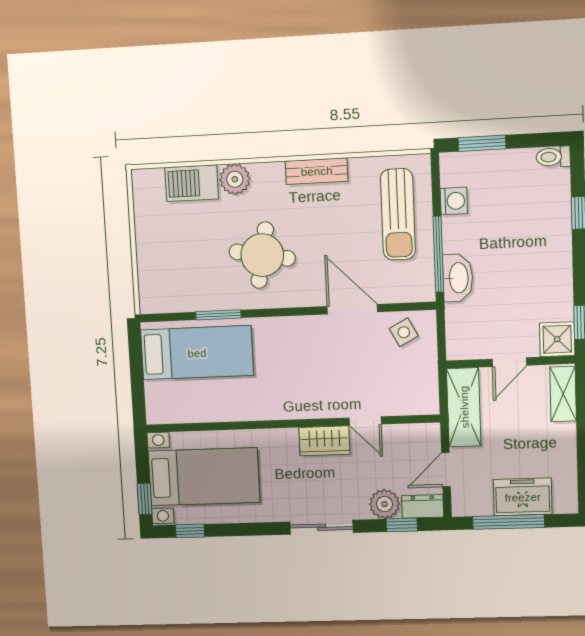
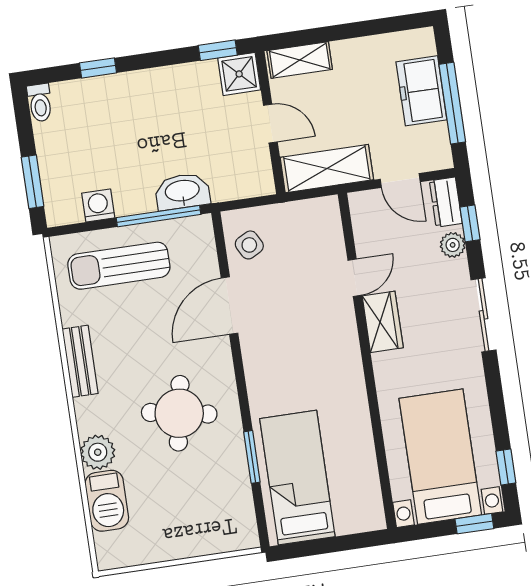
sun lounger: (398, 214) -> (119, 266), turned 180
plant: (384, 504) -> (453, 245), width x0.73, depth x0.73

